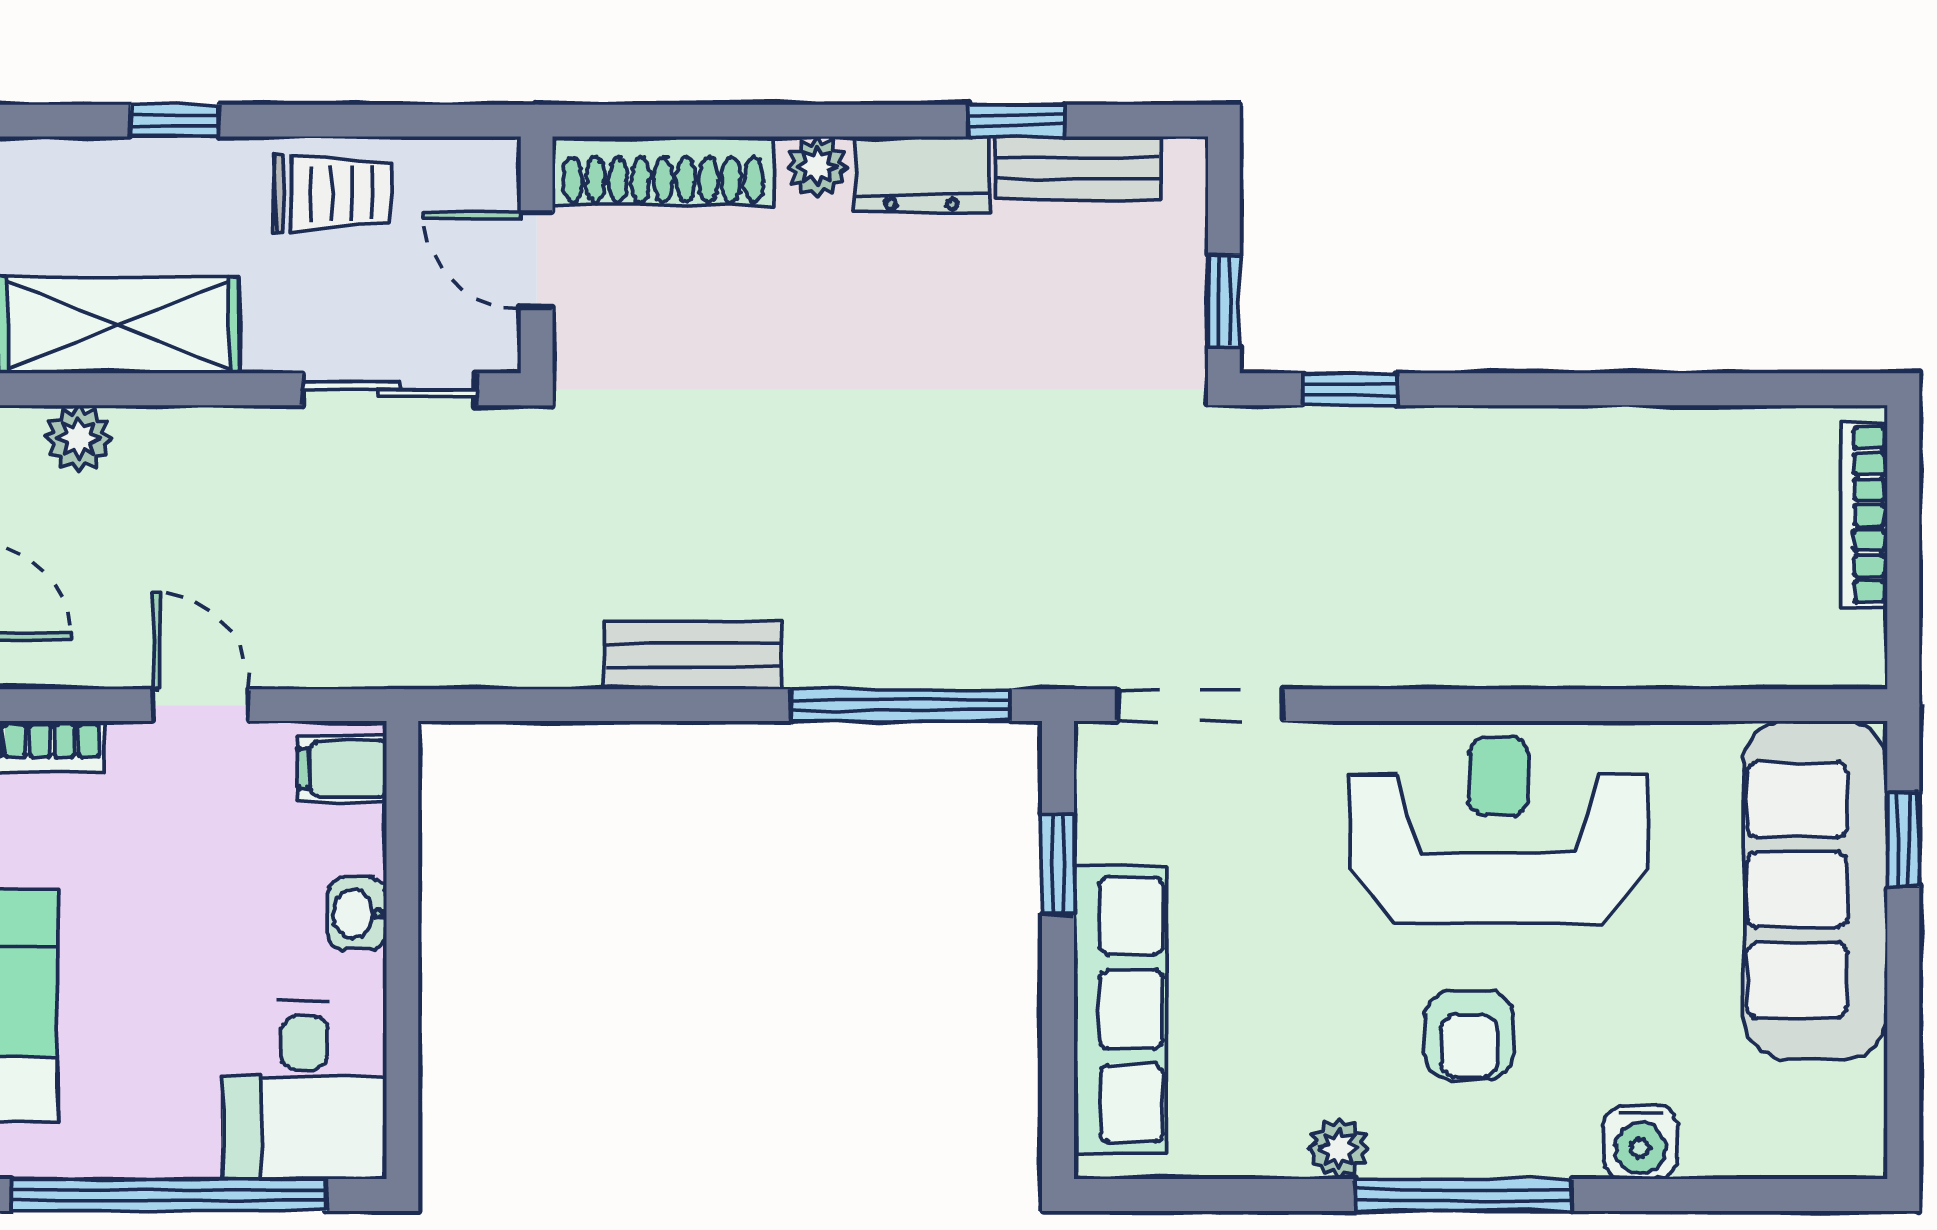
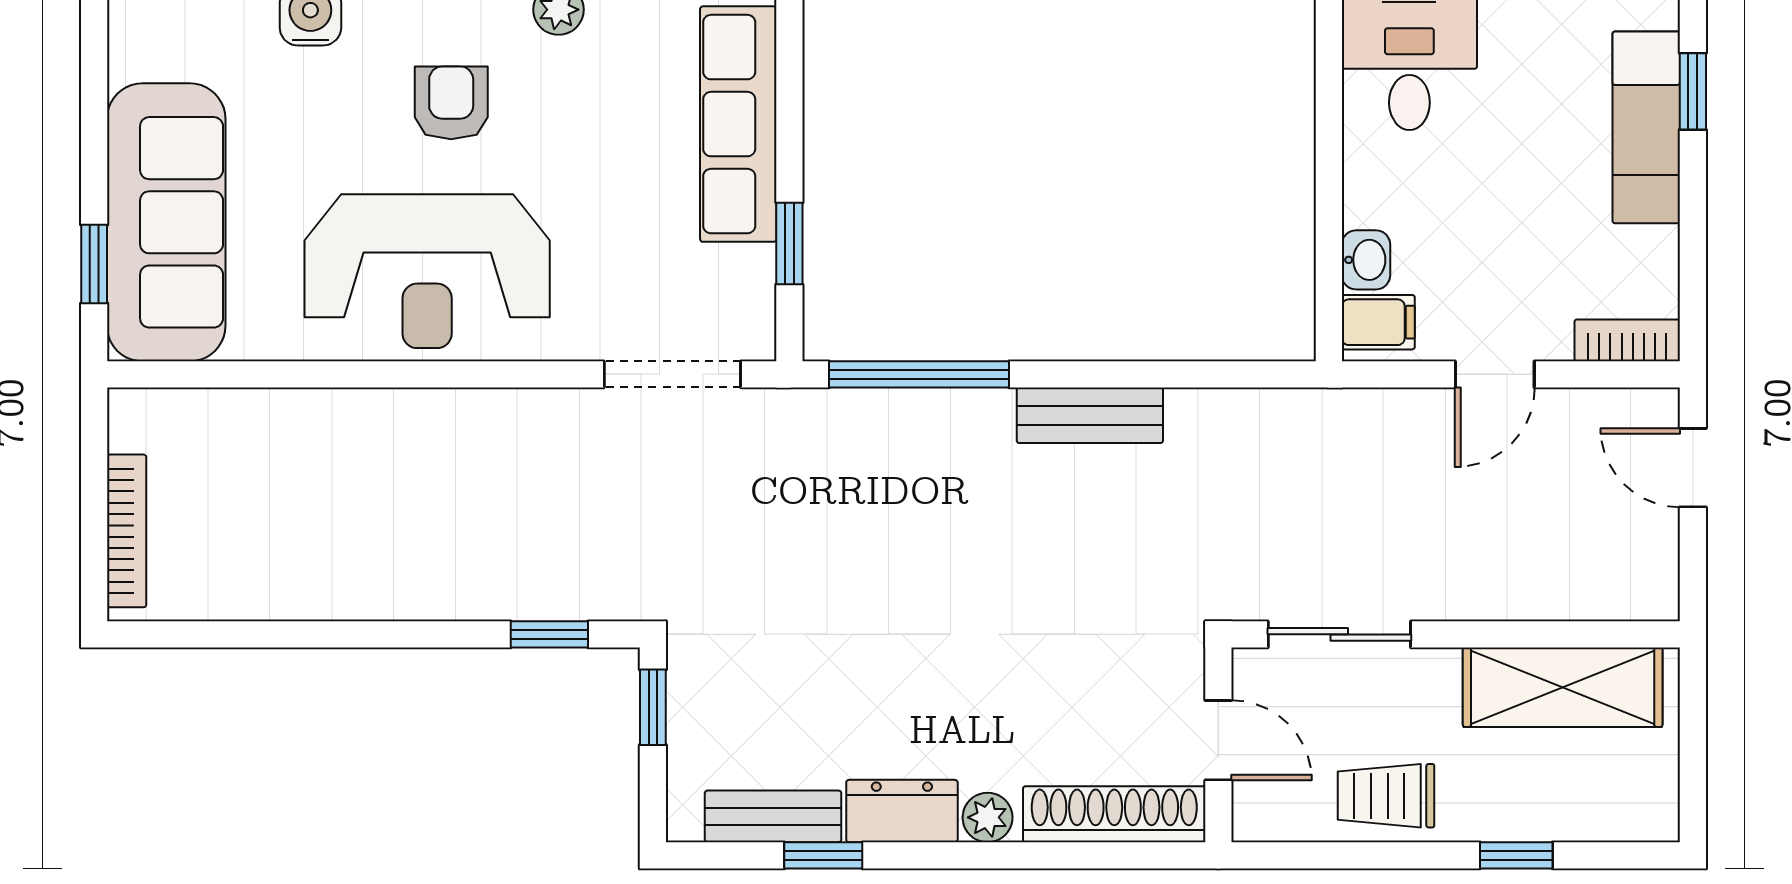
plant: (79, 438) -> (1595, 594), removed
door: (201, 705) -> (1495, 374), hinge flipped
washbasin: (357, 913) -> (1366, 260), moved

